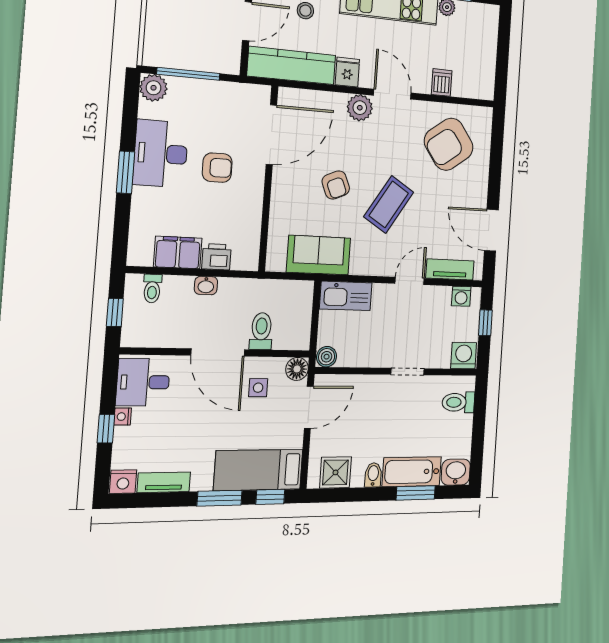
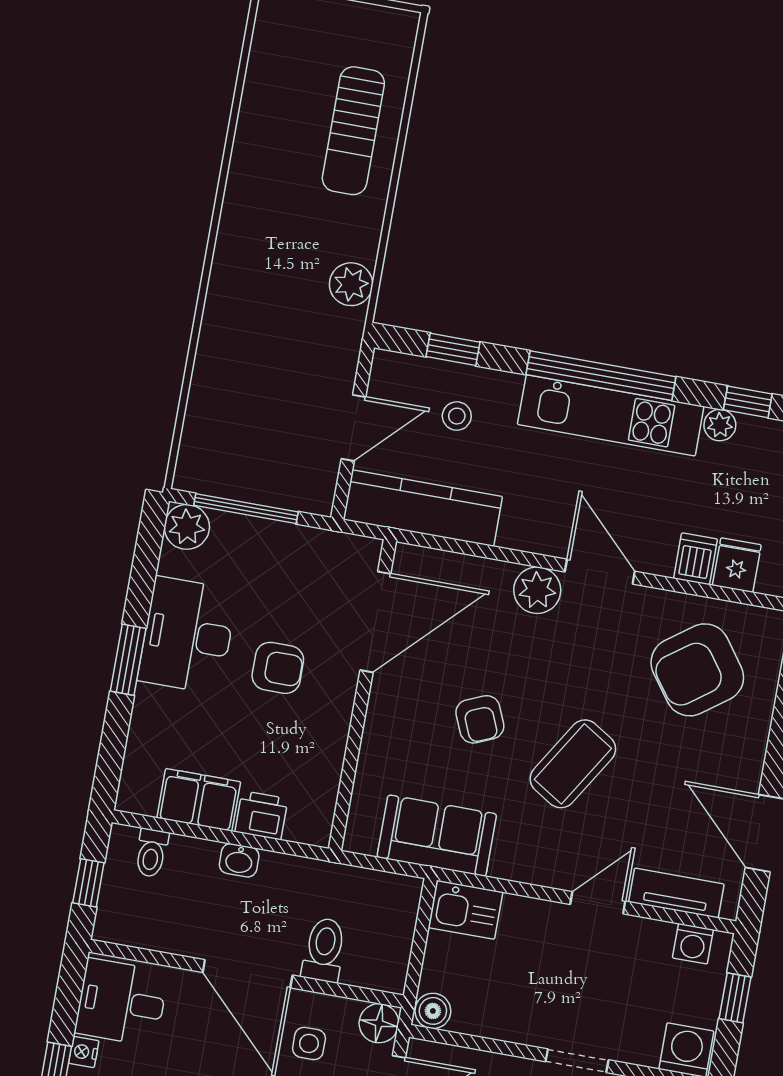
fridge: (347, 72) -> (737, 565), moved
kitchen sink: (346, 296) -> (466, 910), width x0.73

